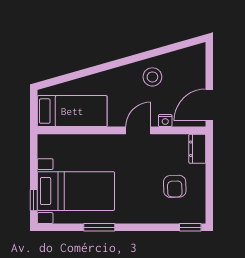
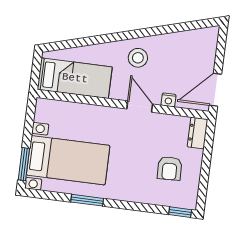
stool: (152, 77) -> (138, 58), moved
door: (138, 130) -> (140, 106), hinge flipped
window: (34, 200) -> (24, 164), width x1.50

